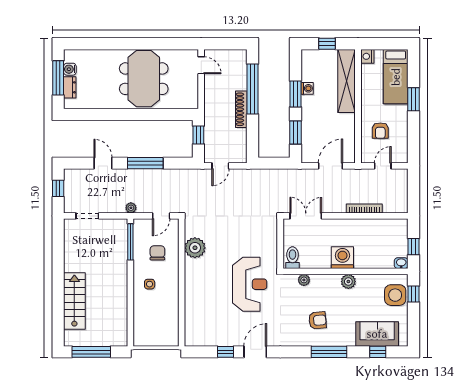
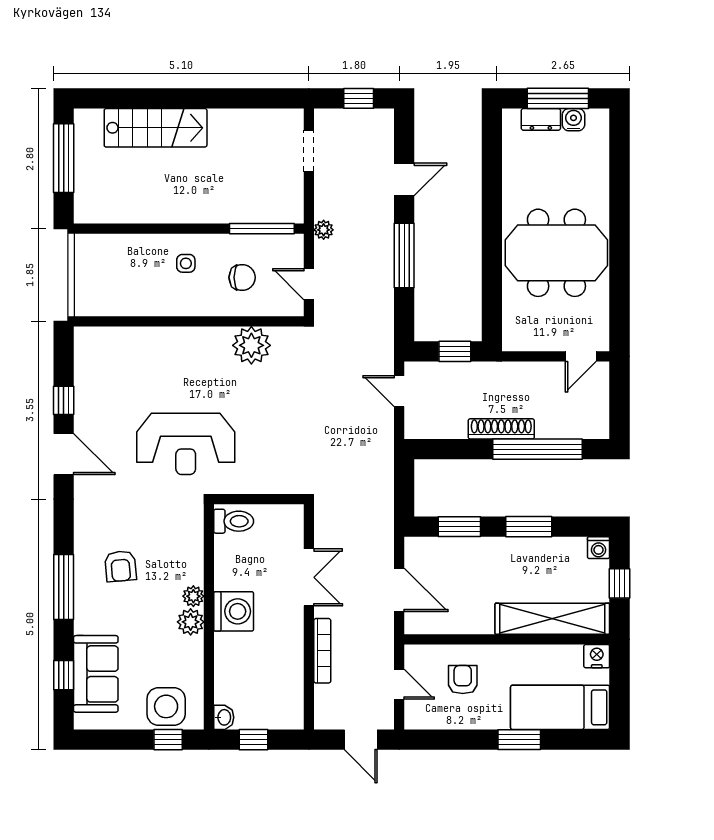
washing machine: (307, 88) -> (599, 548), moved
armchair: (380, 131) -> (463, 680), turned 90
door: (414, 187) -> (361, 740), added
double door: (306, 216) -> (309, 577), moved
plant: (304, 280) -> (193, 596), moved

